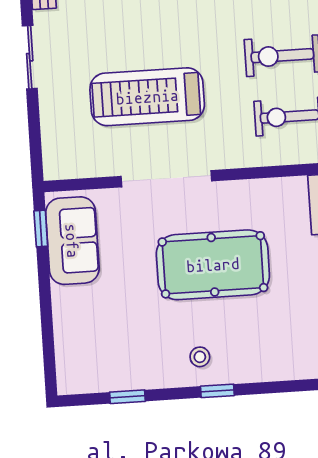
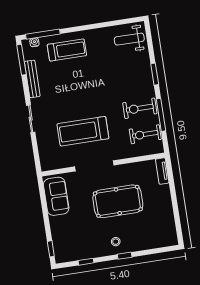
window: (41, 229) -> (51, 249), moved

